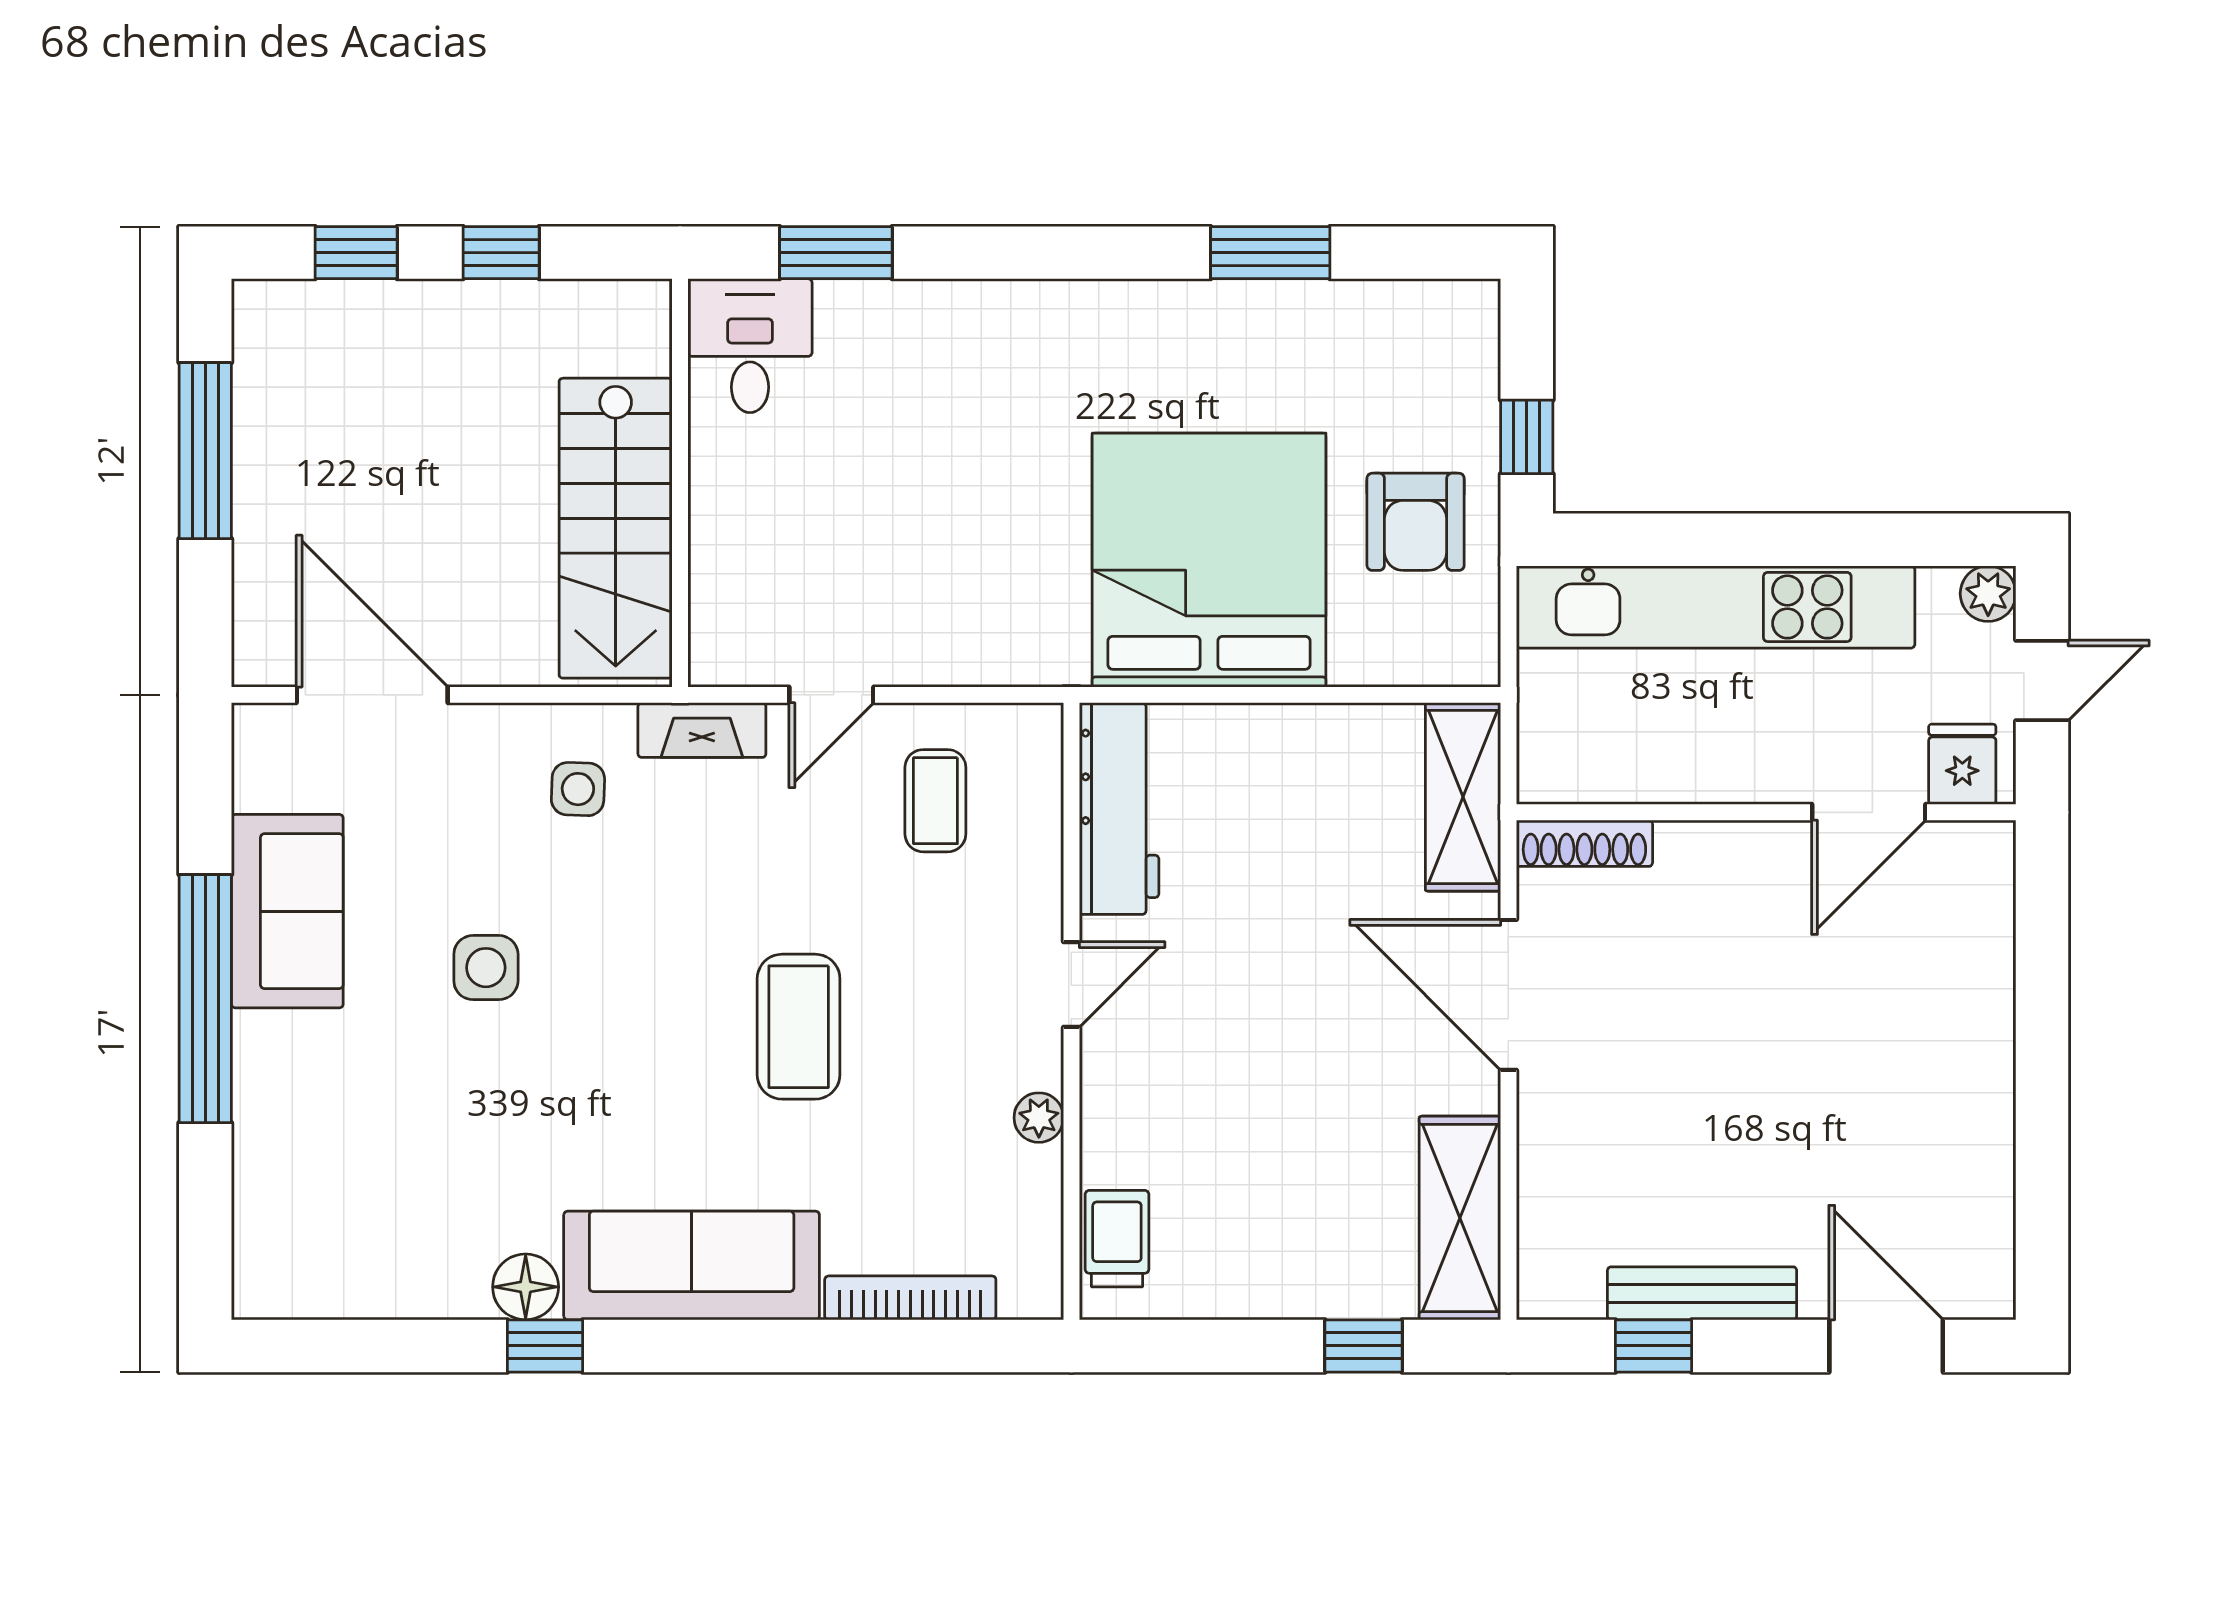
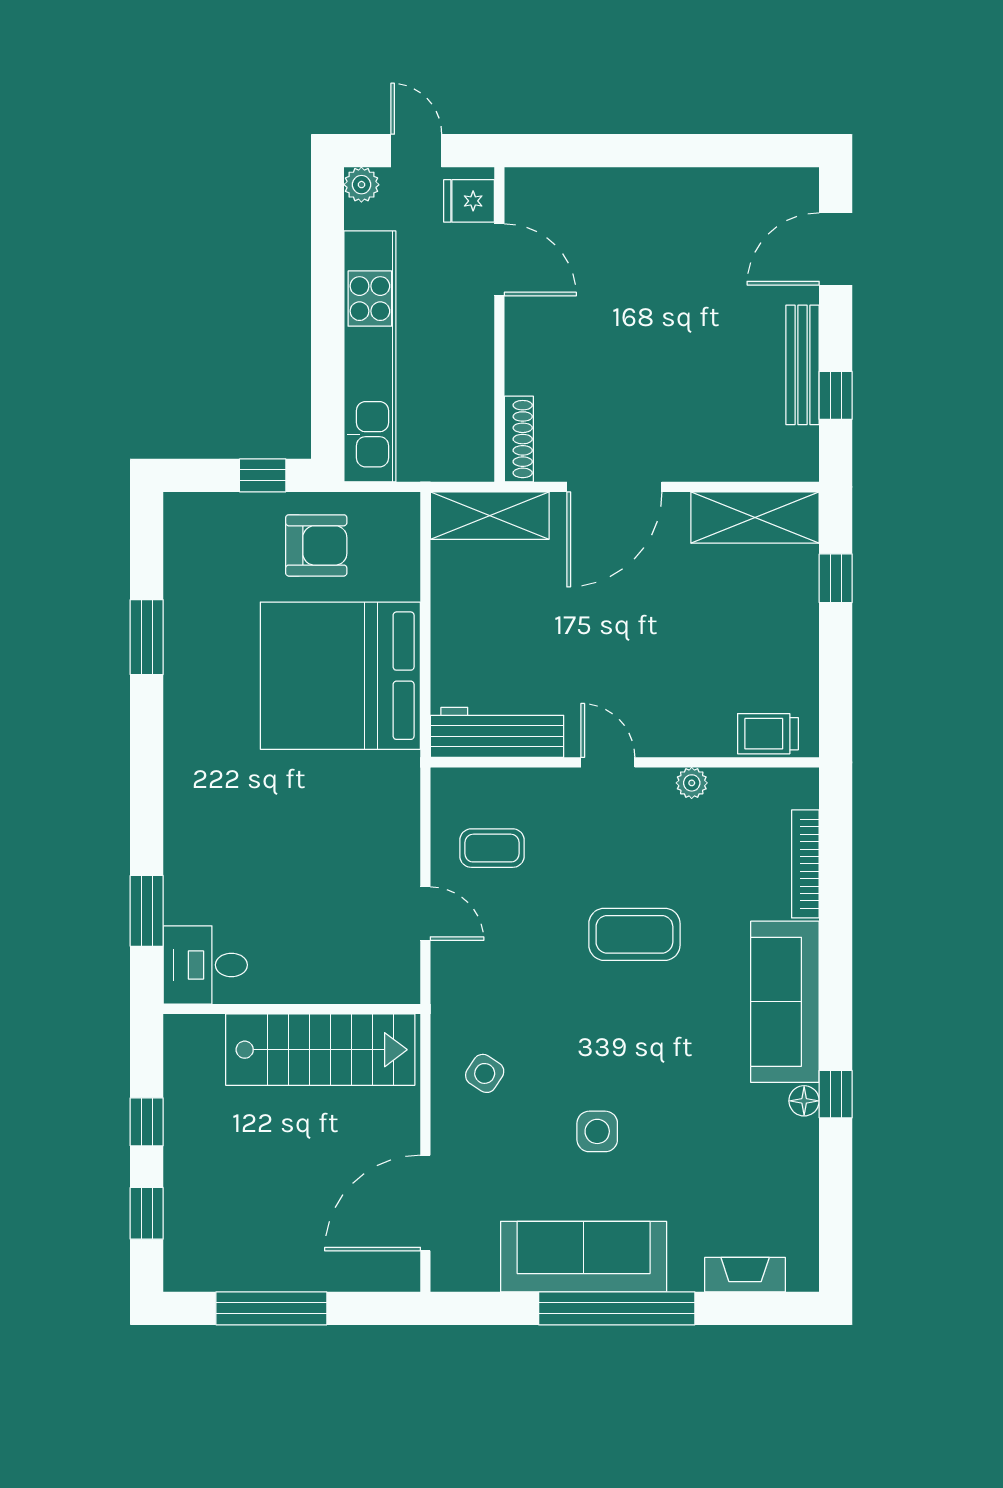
fireplace: (702, 730) -> (745, 1275), moved, turned -90
side table: (578, 789) -> (485, 1073), turned 31
sofa: (287, 911) -> (584, 1257), width x1.36
floor lamp: (526, 1287) -> (804, 1101), width x0.73, depth x0.73

